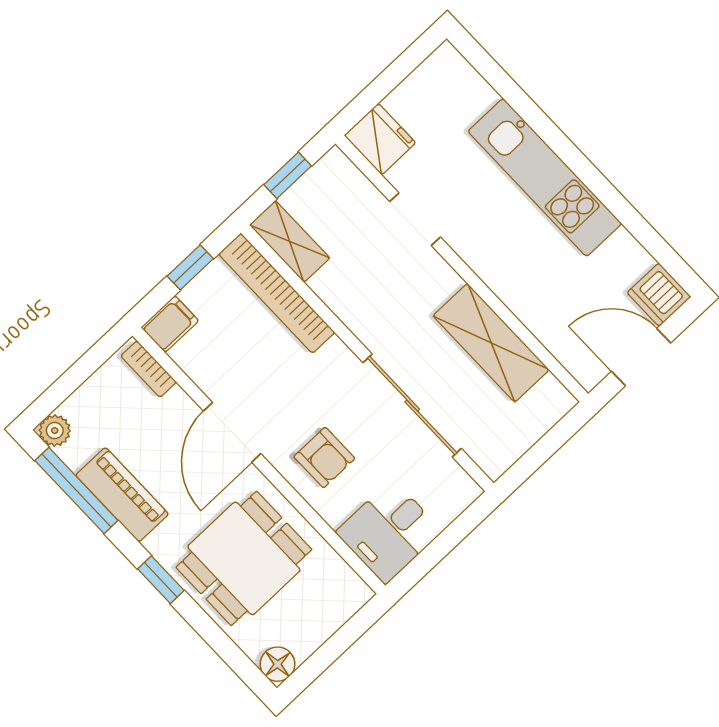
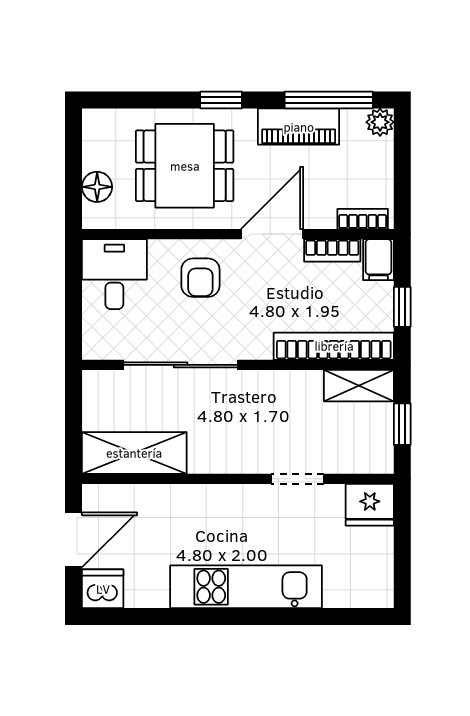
shelving: (491, 343) -> (134, 453), moved
bookcase: (198, 370) -> (332, 250), added
door: (232, 432) -> (272, 234), hinge flipped
armchair: (324, 458) -> (200, 278), turned -90
dining table: (244, 558) -> (185, 166), turned 90
floor lamp: (278, 664) -> (97, 187), moved

